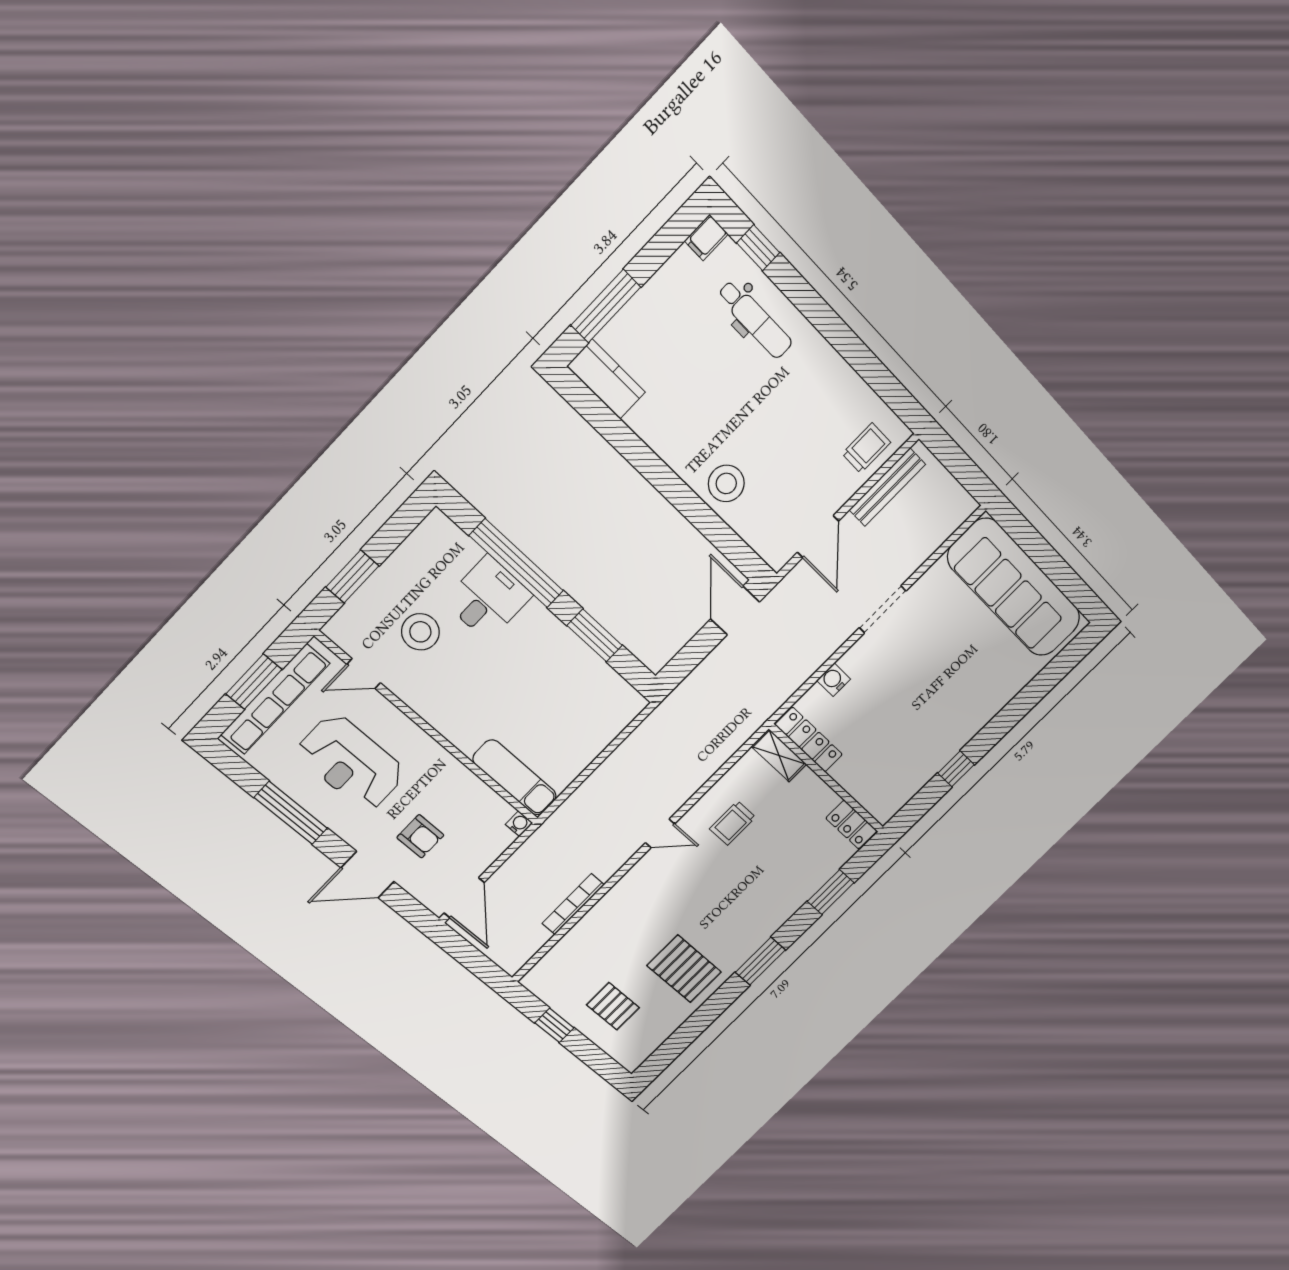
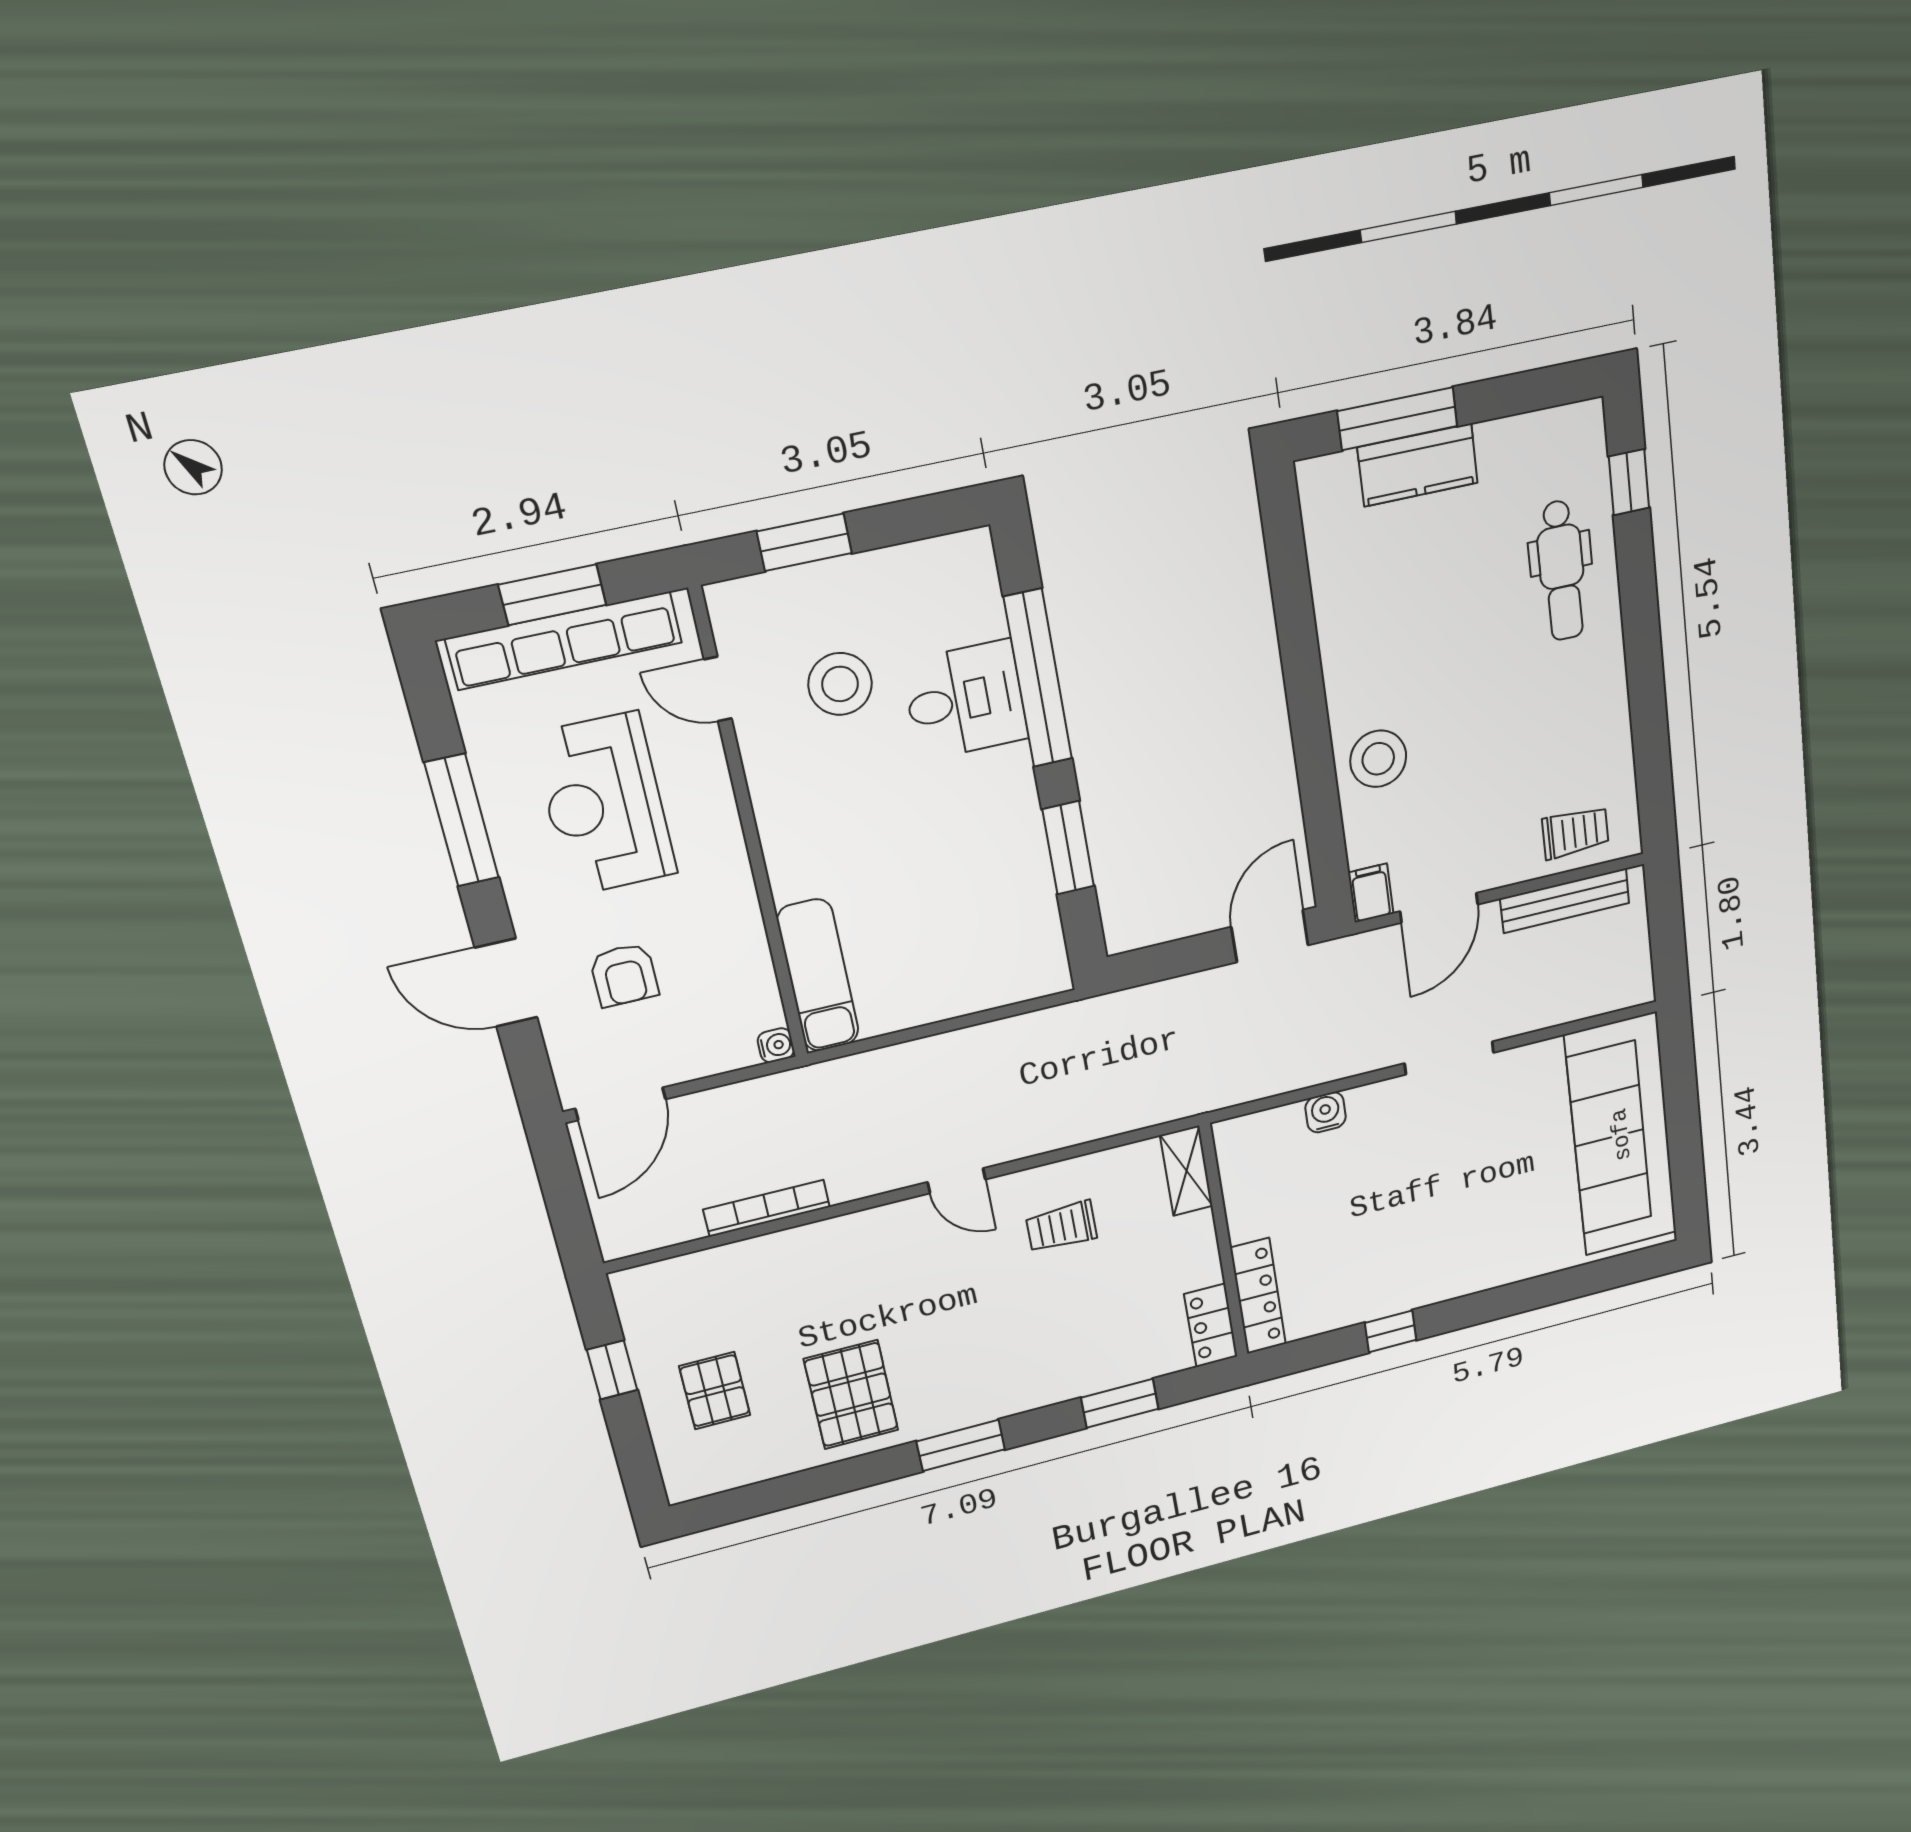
filing cabinet: (706, 237) -> (1371, 893), moved, turned 90
kitchen counter: (606, 379) -> (1418, 465), moved, turned 90
locker: (809, 740) -> (1258, 1296), moved

